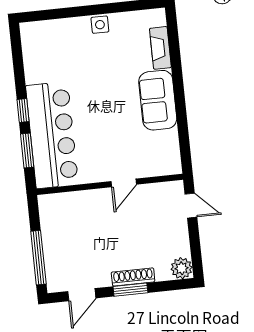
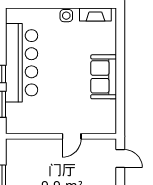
fireplace: (160, 48) -> (95, 15), moved, turned -90
bar counter: (52, 135) -> (22, 63), moved

